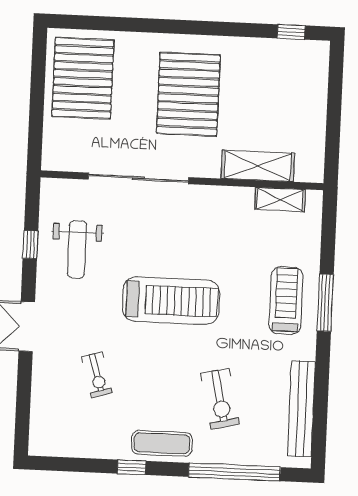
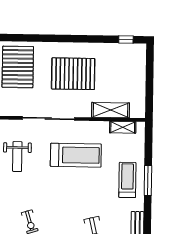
pallet: (188, 94) -> (73, 74), turned 90
treadmill: (171, 301) -> (76, 155), moved

